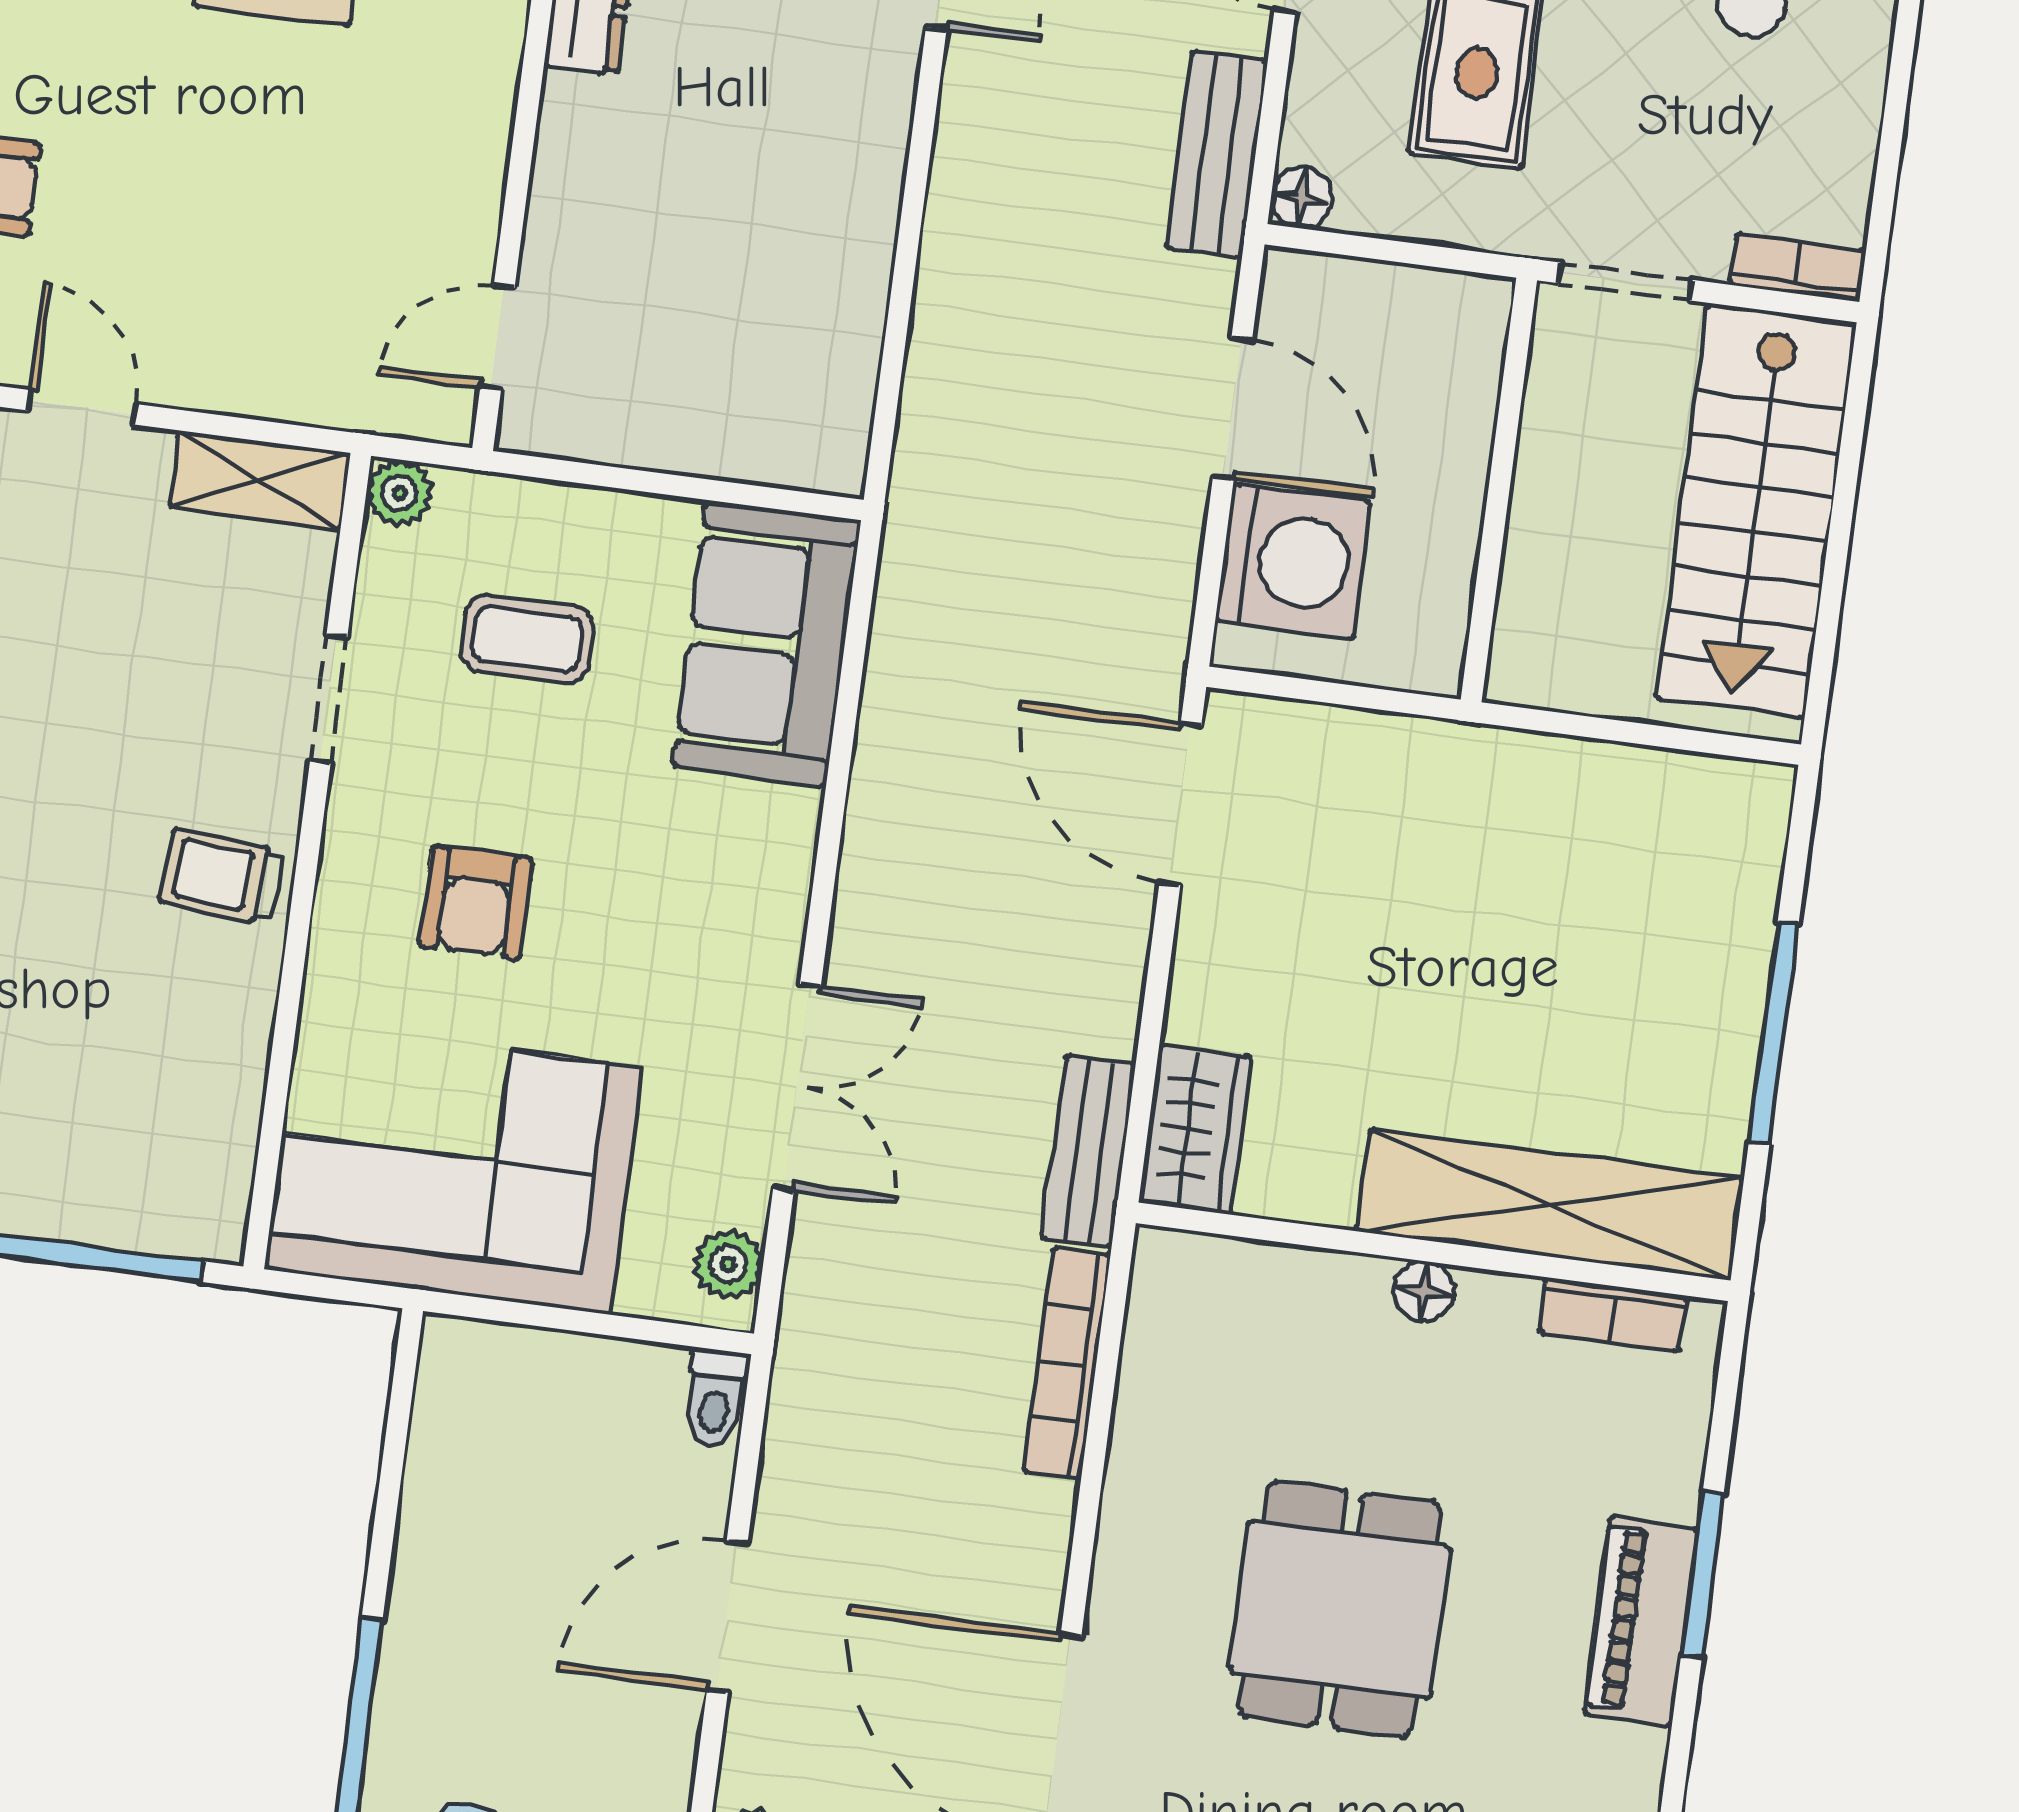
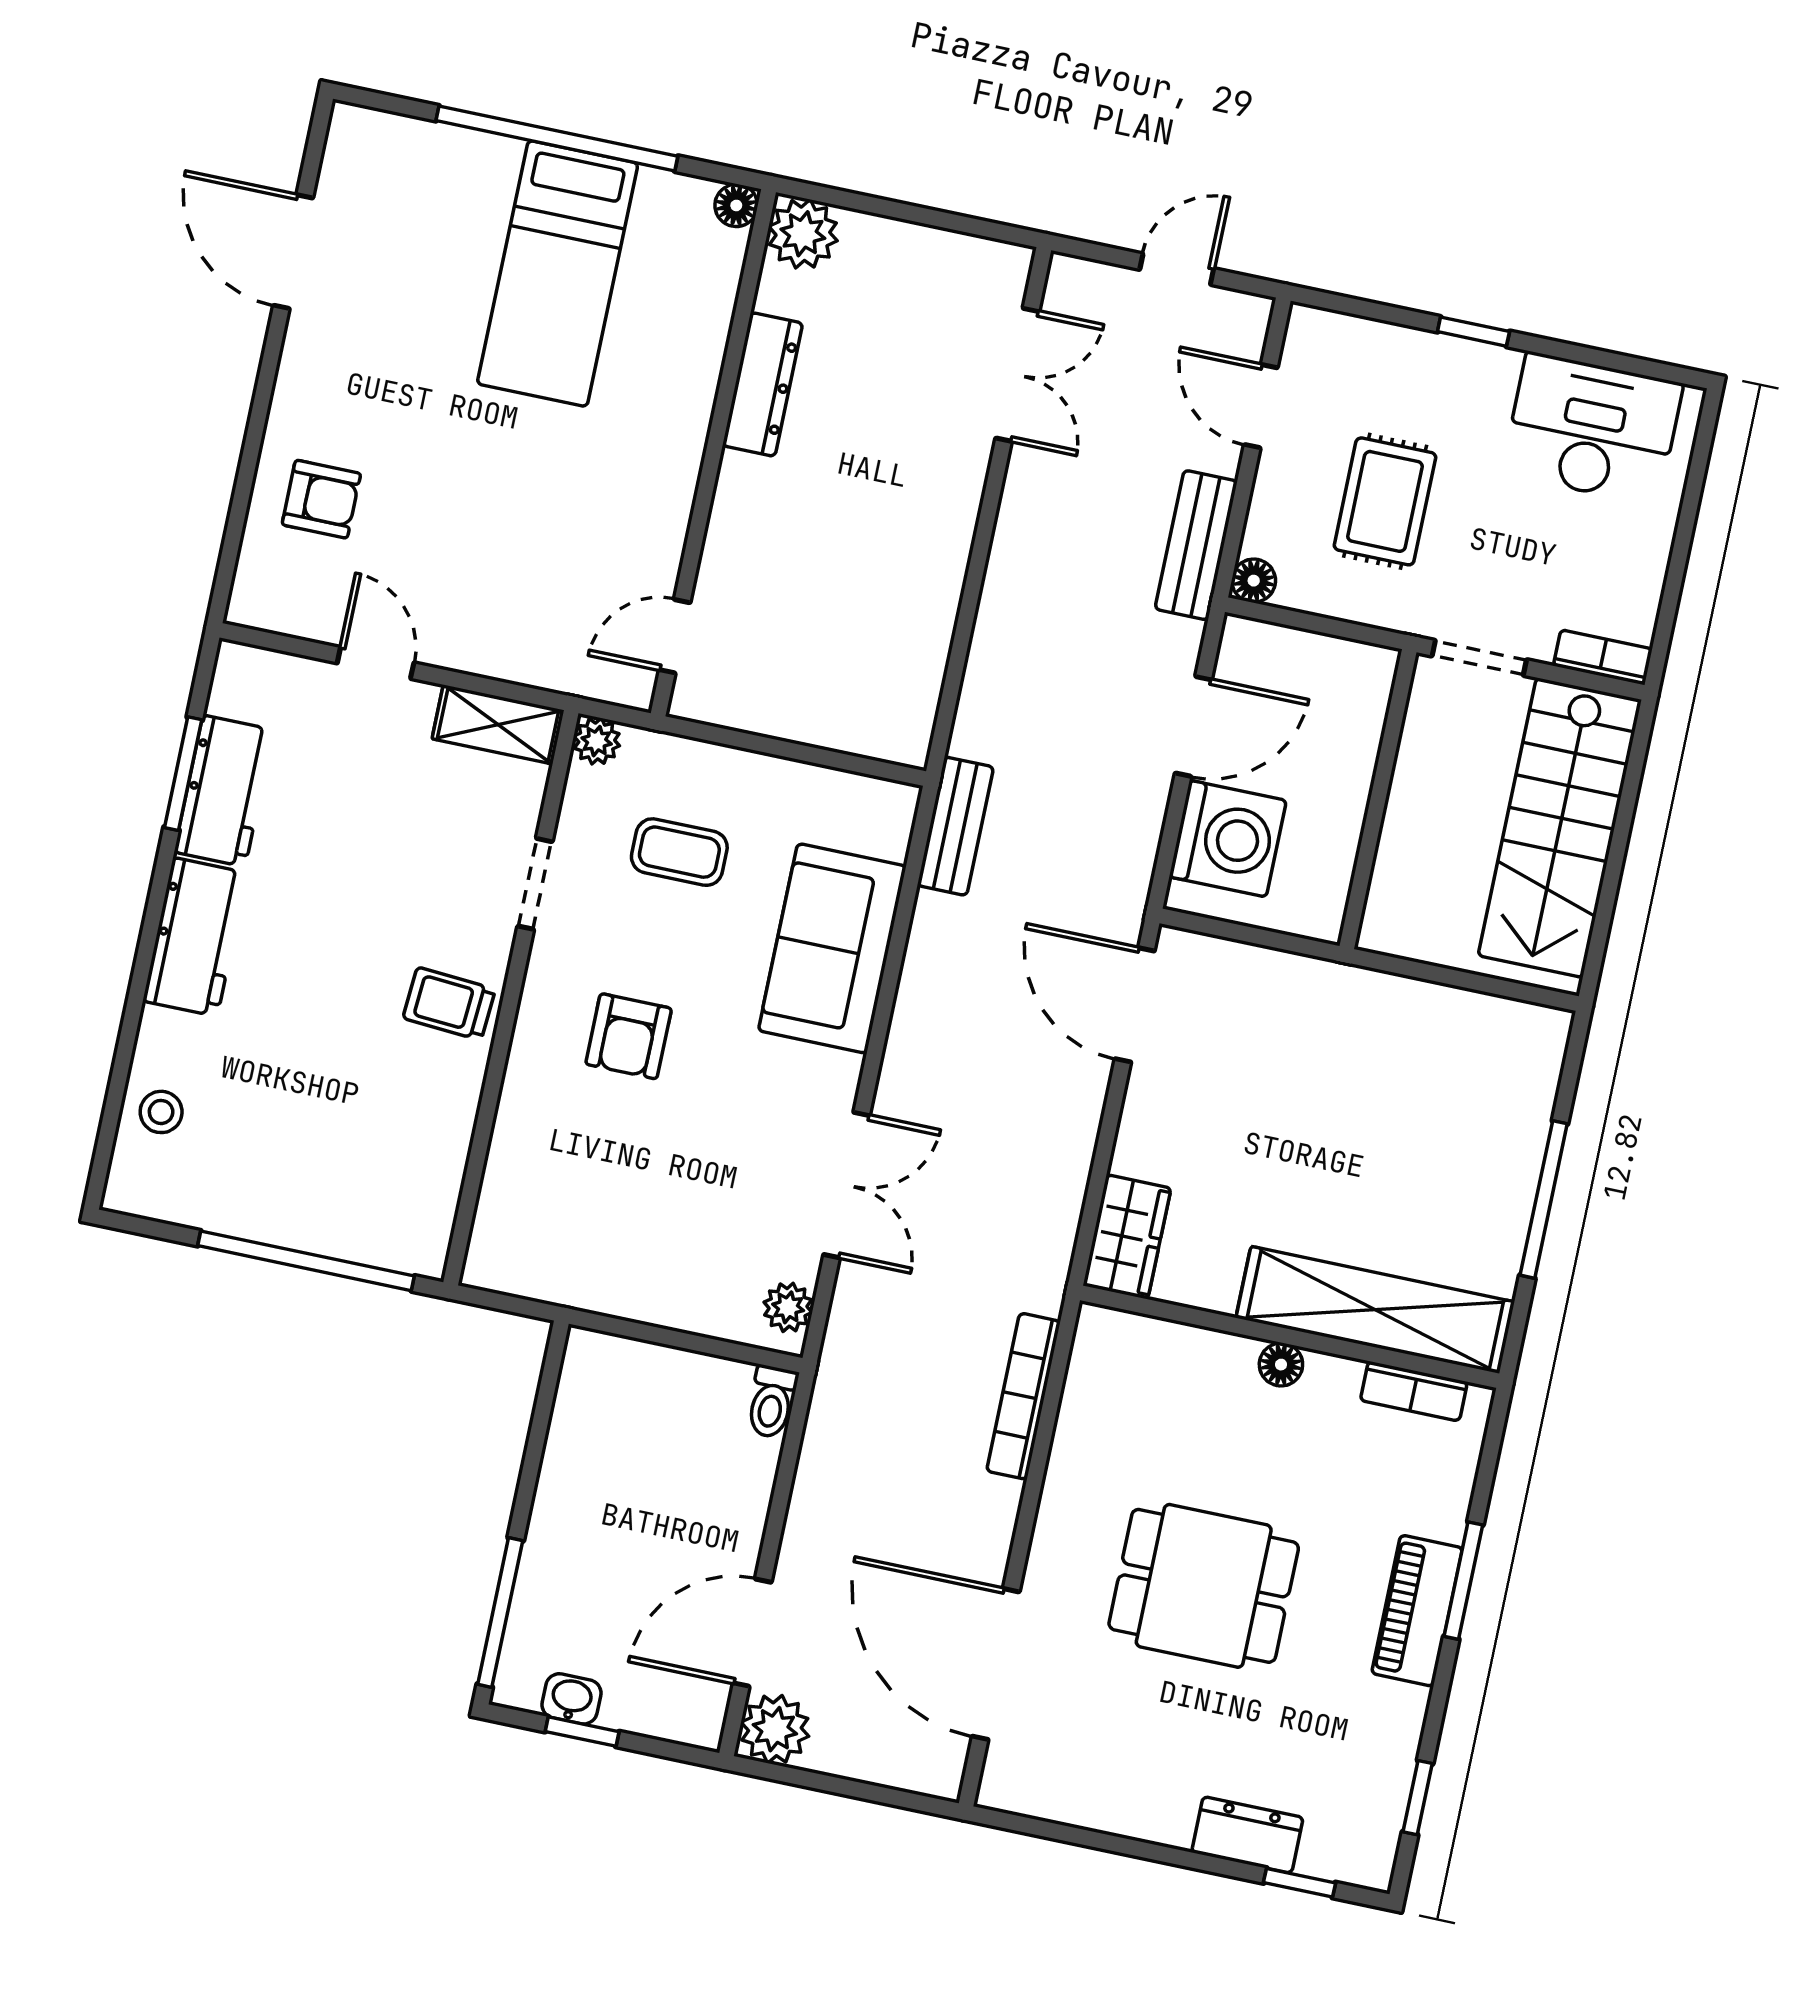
door: (1233, 408) -> (1193, 726), hinge flipped
sofa: (766, 644) -> (832, 948), moved
bench: (1089, 1151) -> (955, 826), moved
corner sofa: (454, 1168) -> (598, 1224), removed
dining table: (1340, 1609) -> (1204, 1586), turned 90
door: (727, 1617) -> (752, 1633), moved

